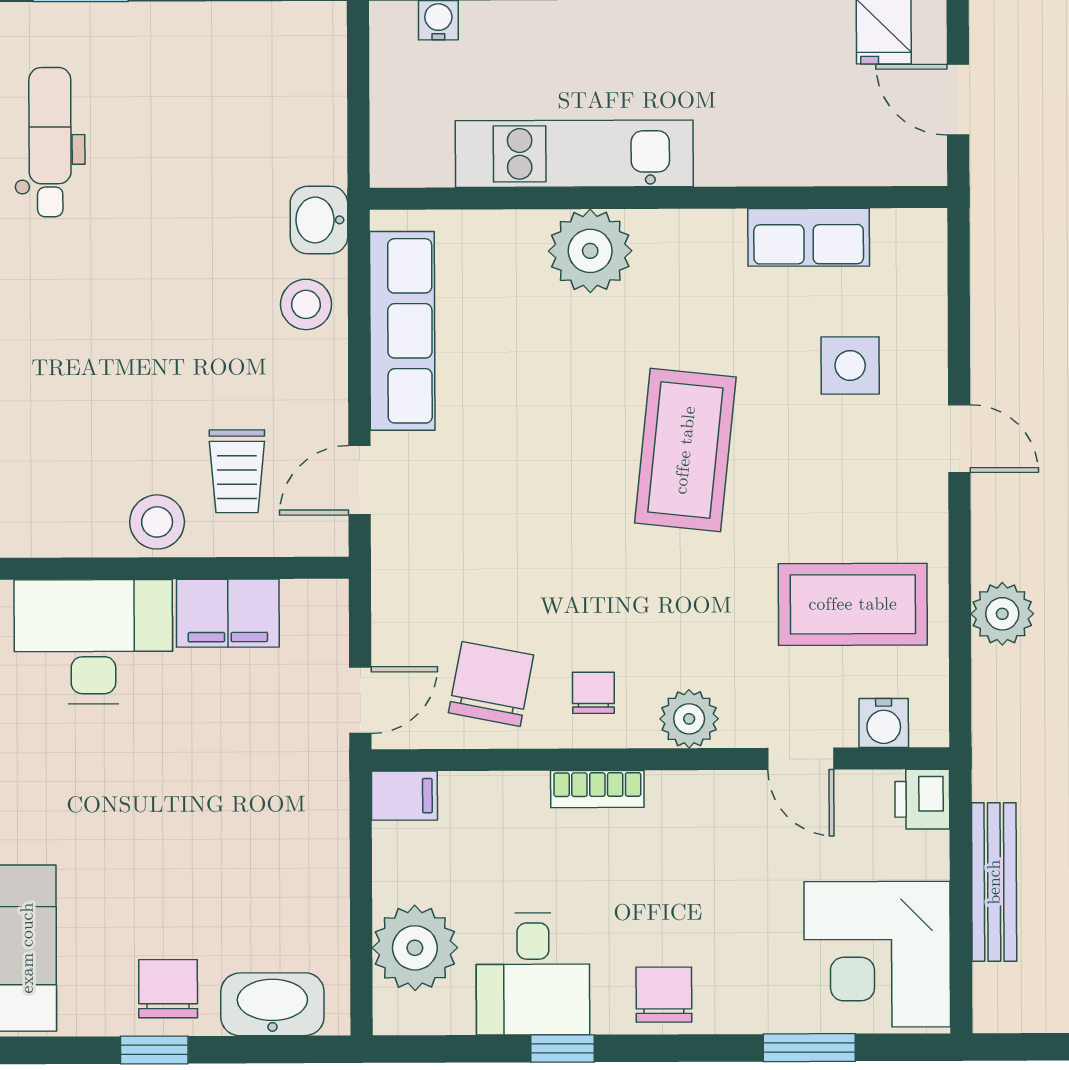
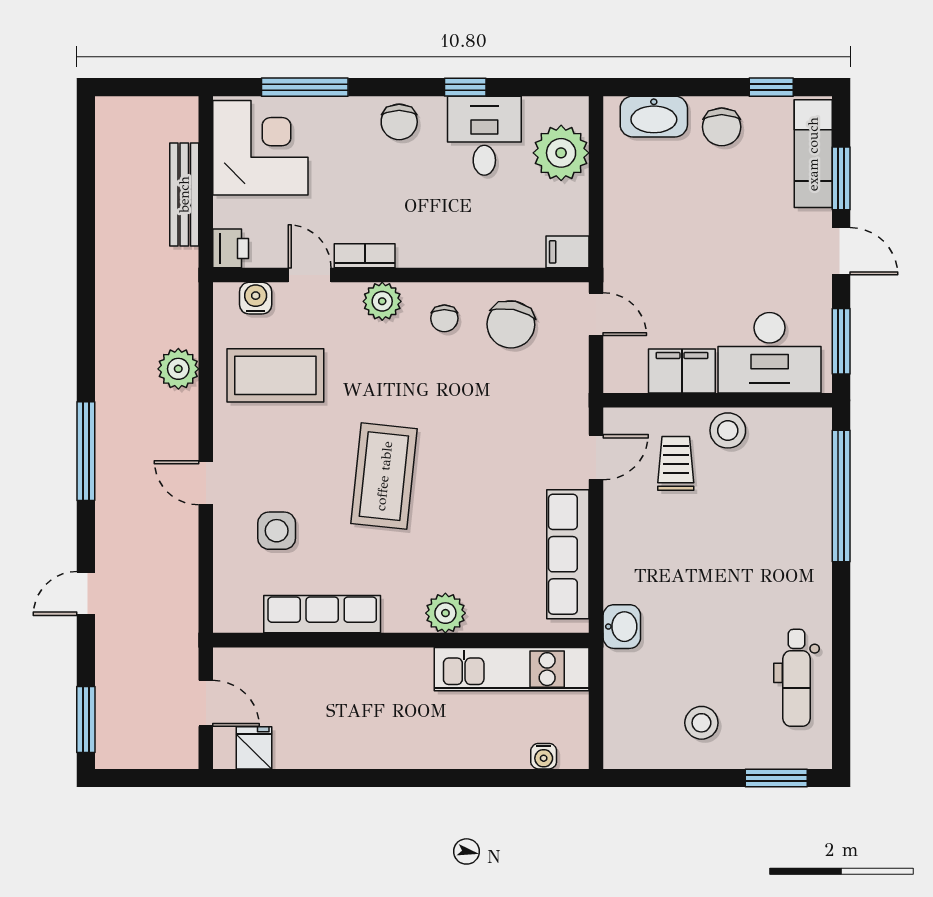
kitchen unit: (574, 154) -> (512, 669), moved
row of seats: (809, 237) -> (322, 614), width x1.48
plant: (590, 251) -> (445, 613), width x0.73, depth x0.73
stool: (306, 304) -> (701, 723), moved
door: (360, 700) -> (596, 314), swing flipped
bookcase: (597, 789) -> (365, 256), moved
window: (809, 1048) -> (305, 87), width x1.44
window: (154, 1050) -> (771, 87), moved

